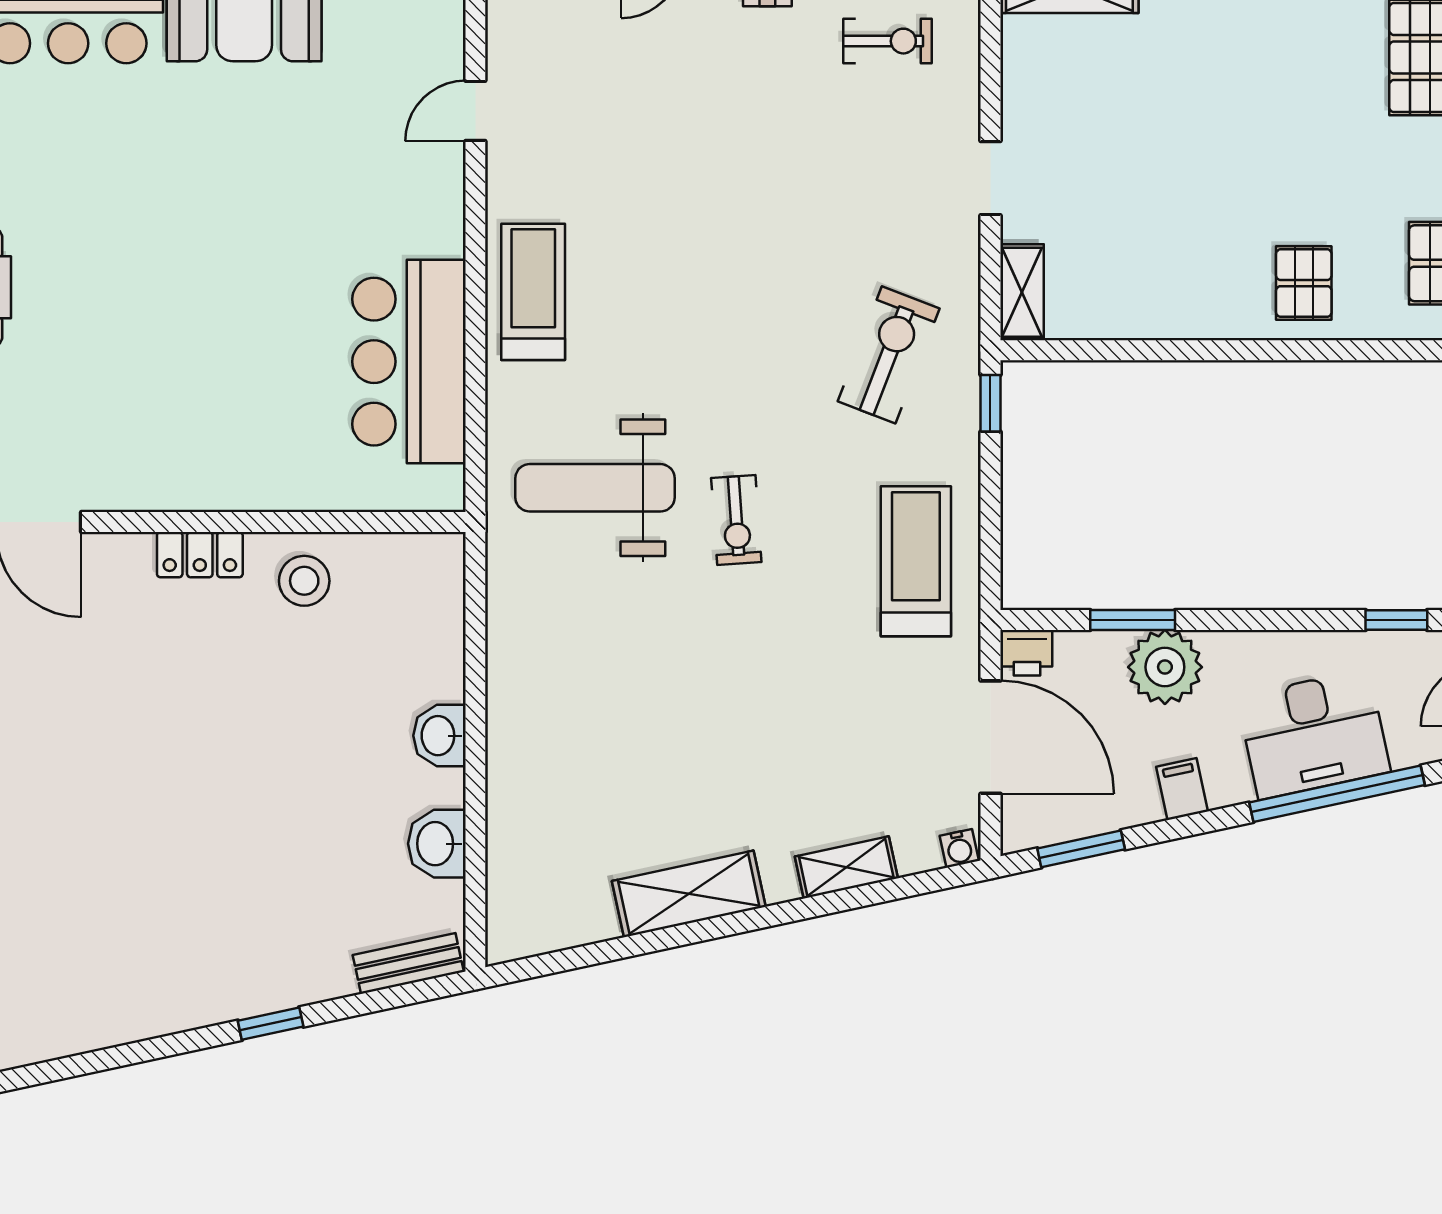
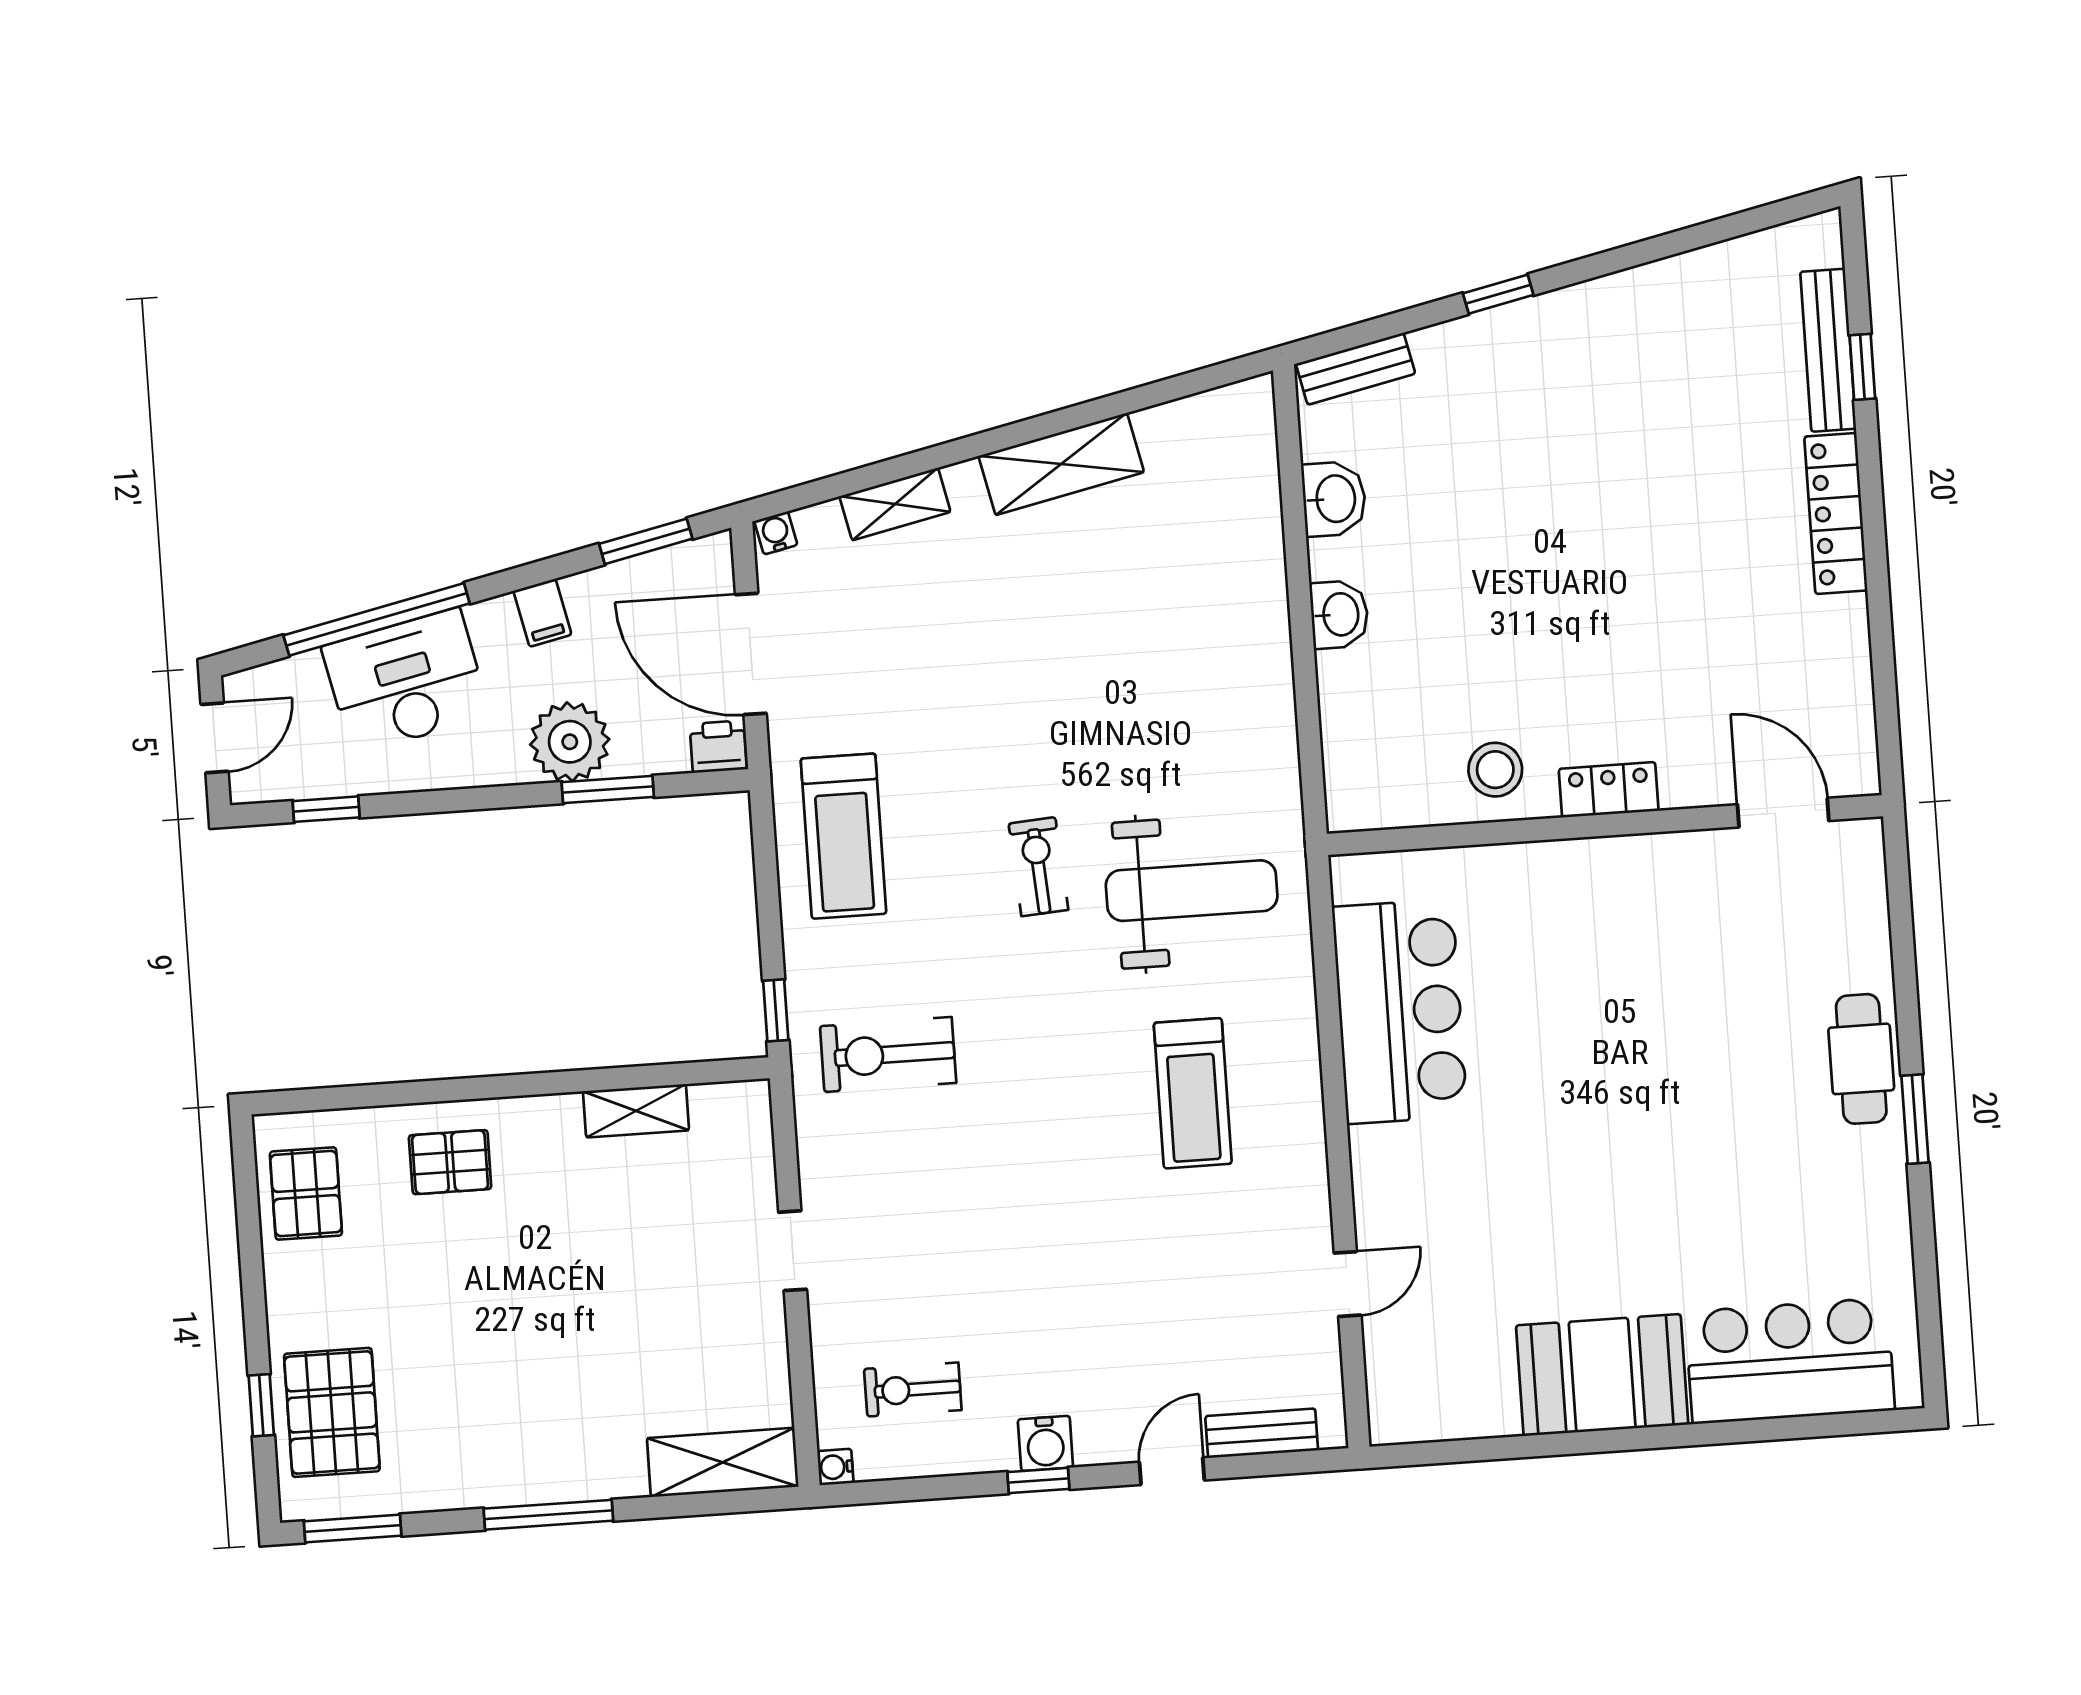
pallet: (1304, 283) -> (450, 1162), turned 90
treadmill: (533, 292) -> (1193, 1093), moved
shelving: (1022, 292) -> (636, 1111), moved, turned 90
exercise bike: (889, 355) -> (888, 1055), turned 69

